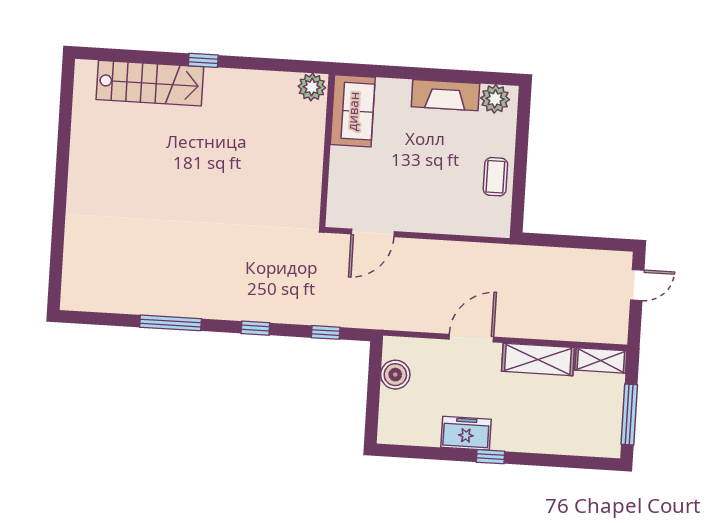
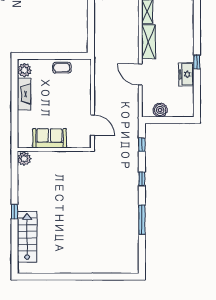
sofa: (353, 111) -> (49, 138), moved

